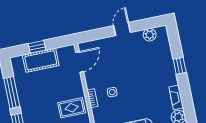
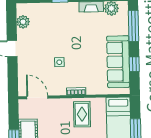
side table: (112, 92) -> (59, 62), moved

